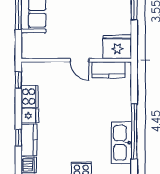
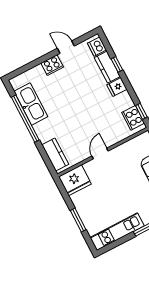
door: (80, 60) -> (100, 153), hinge flipped
kitchen counter: (109, 70) -> (55, 155), moved, turned 90
cooker: (30, 97) -> (133, 118), moved

